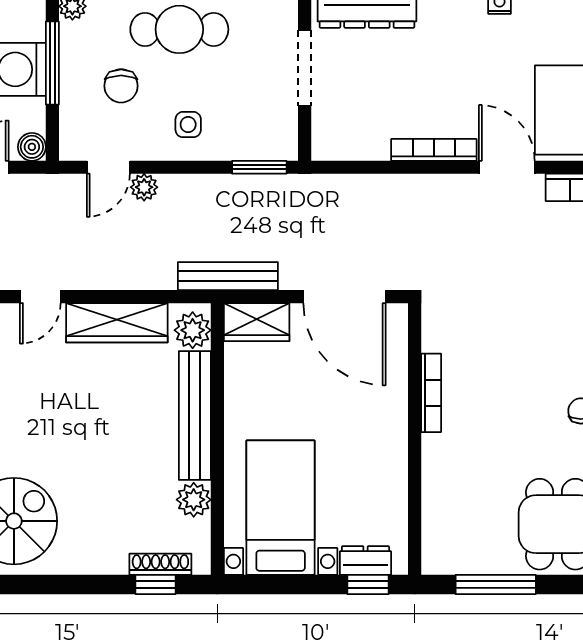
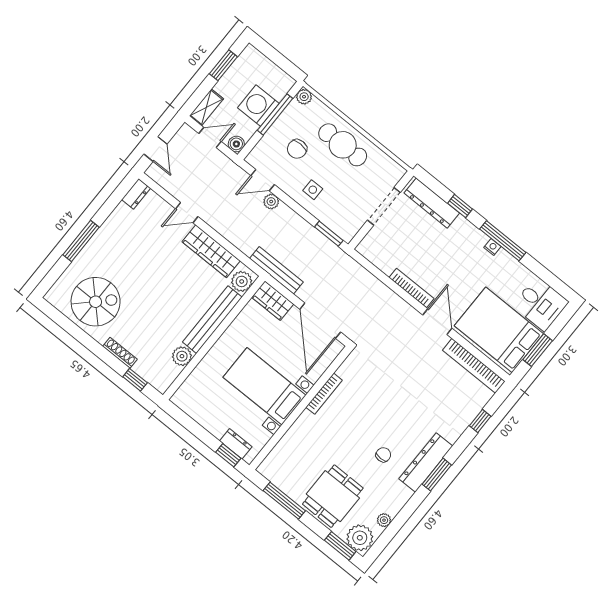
bed with nightstands: (281, 508) -> (265, 386), moved, turned -90
shoe rack: (160, 564) -> (120, 353), moved

